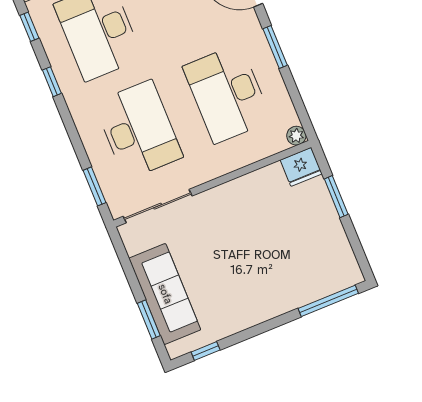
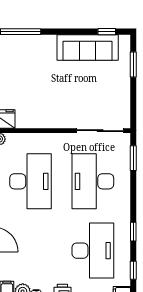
sofa: (165, 294) -> (88, 47), moved, turned -90

